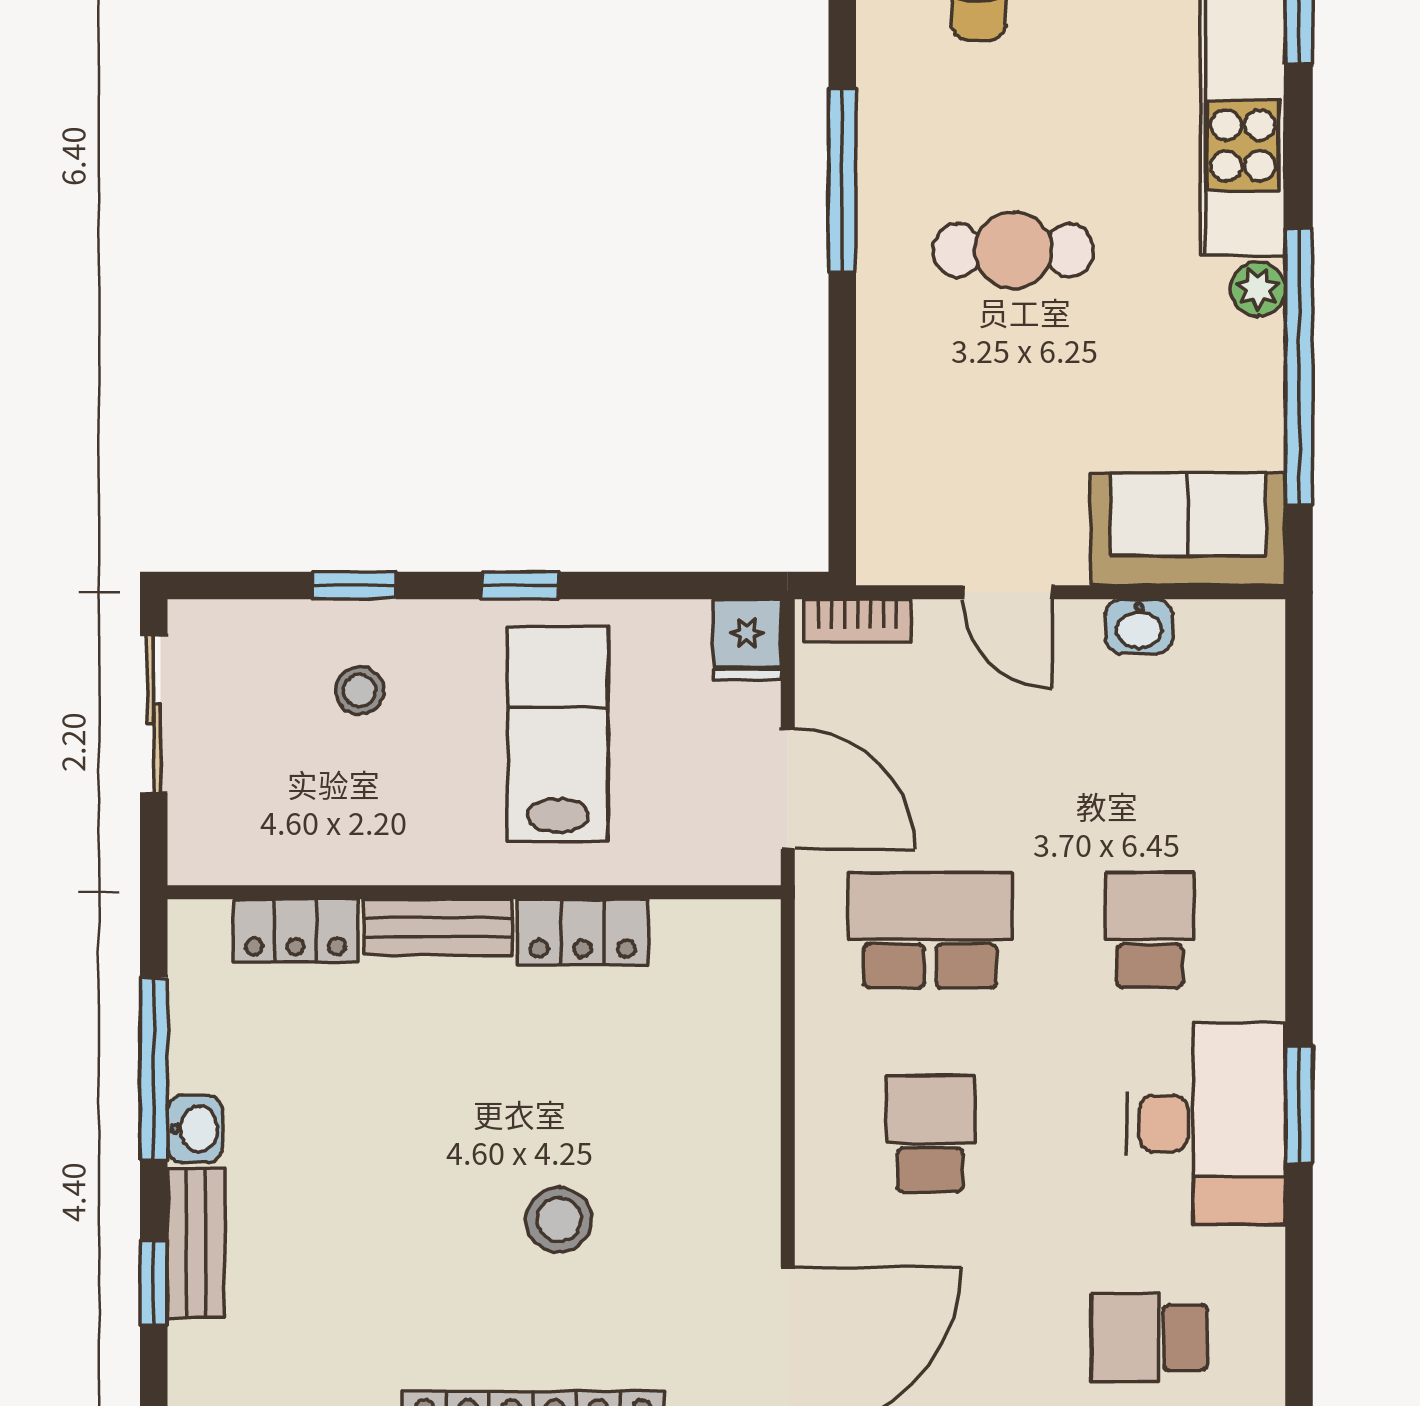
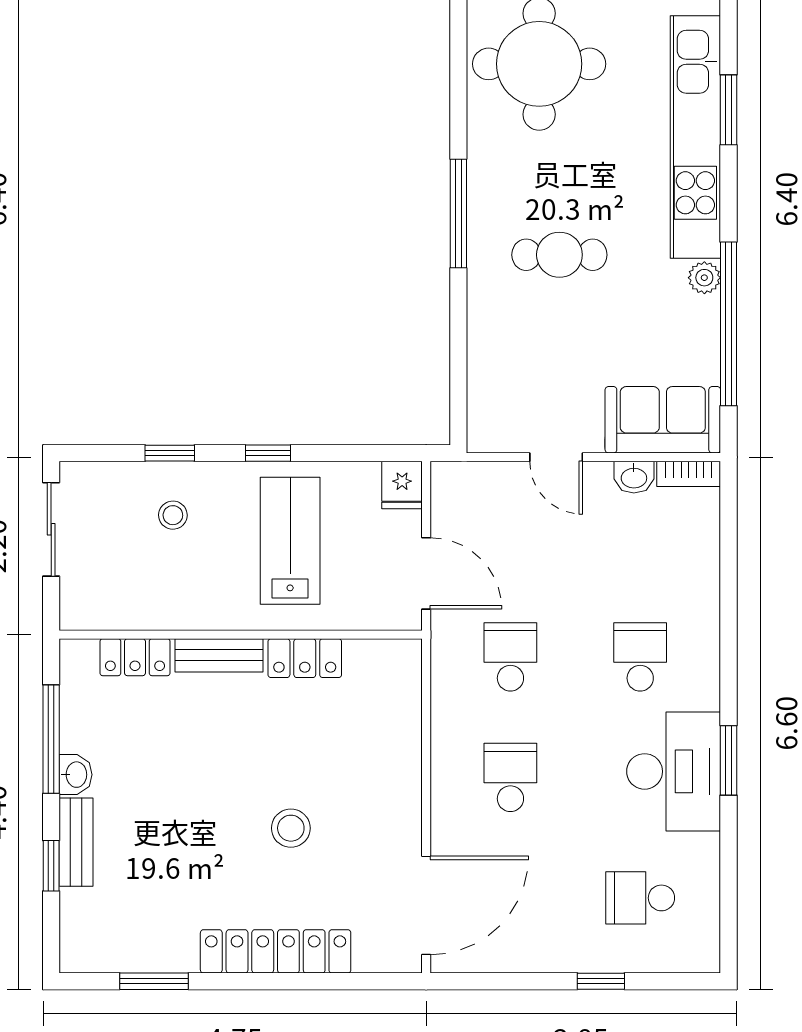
bookcase: (858, 621) -> (689, 474), moved
school desk: (930, 930) -> (510, 657), width x0.54

